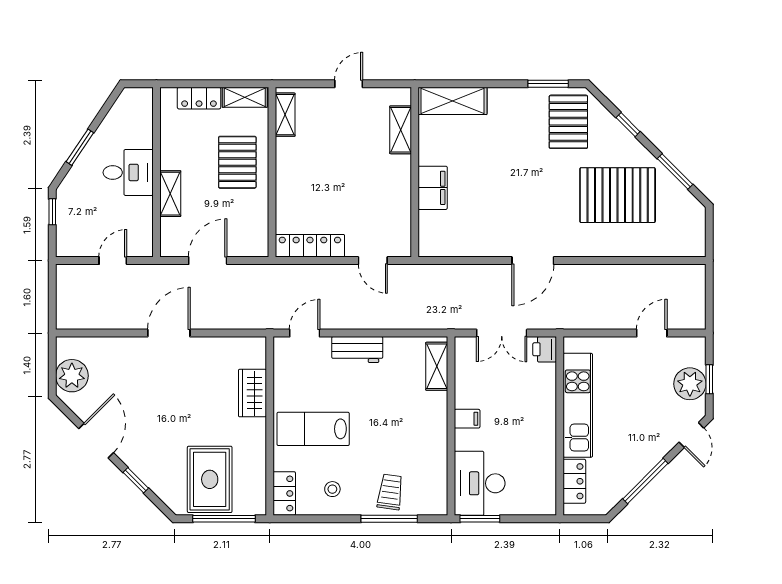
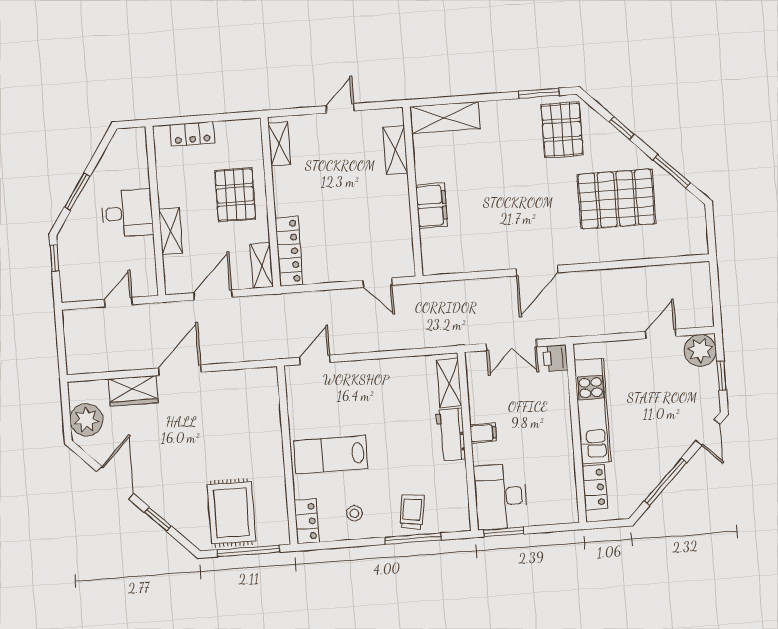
shelving: (245, 97) -> (262, 265), moved, turned 90
locker: (310, 246) -> (289, 251), moved, turned 90
workbench: (357, 350) -> (451, 434), moved, turned 90
plant: (690, 384) -> (700, 350), moved
wardrobe: (252, 393) -> (133, 391), moved, turned -90

